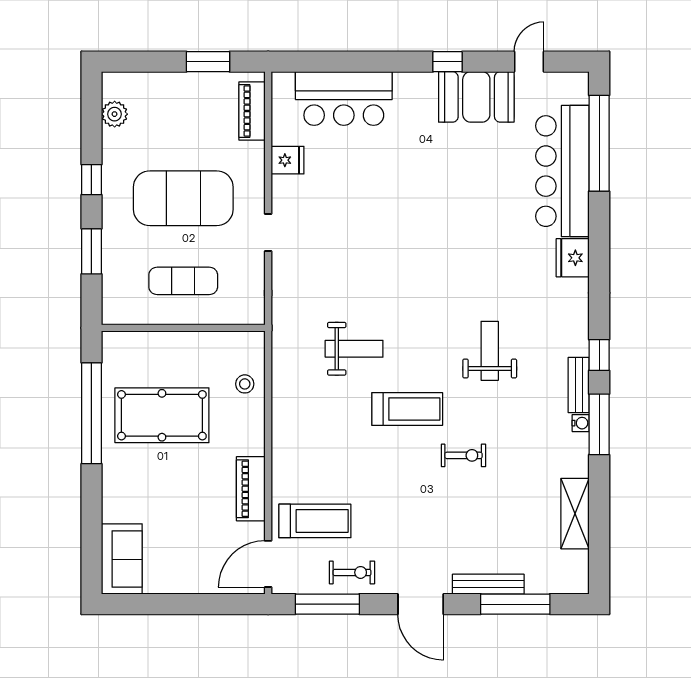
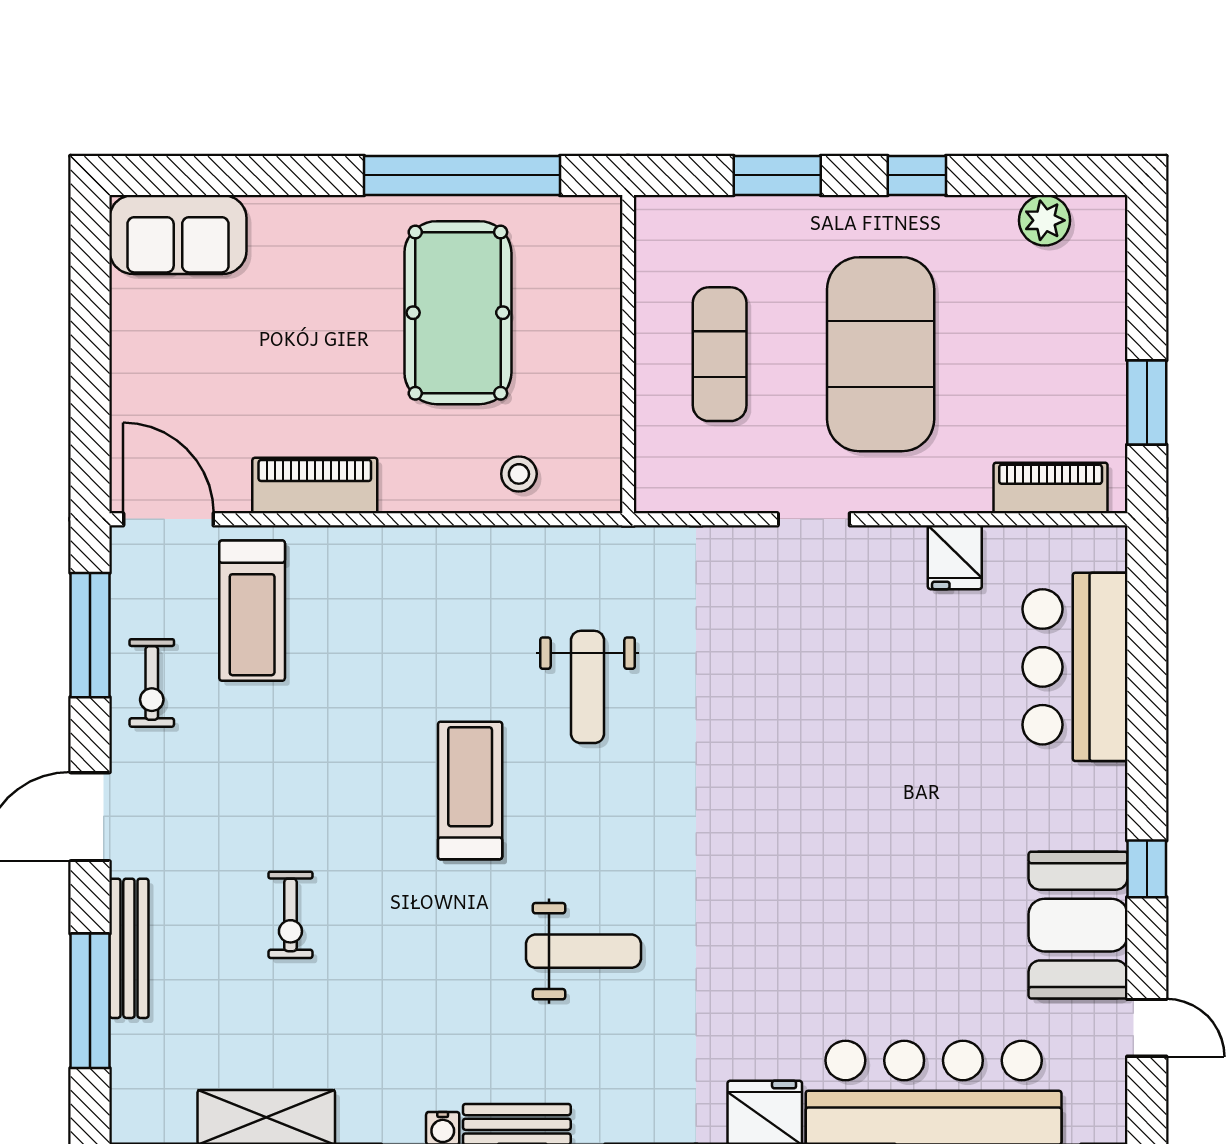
treadmill: (407, 409) -> (470, 790), turned 180
exercise bike: (463, 455) -> (290, 915), moved

